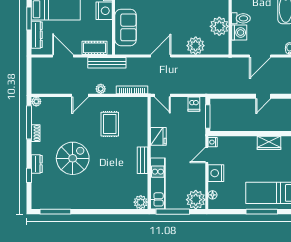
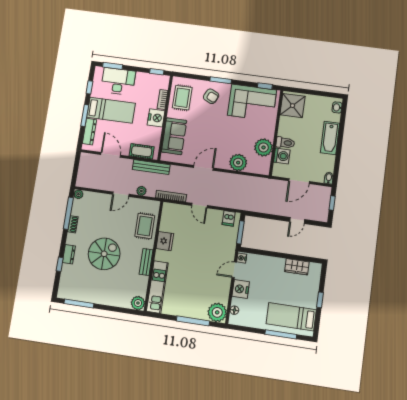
fridge: (158, 136) -> (165, 241), moved
wall: (149, 153) -> (153, 256), moved
bench: (143, 160) -> (146, 262), moved
kitchen unit: (158, 183) -> (157, 287), moved
plant: (141, 202) -> (138, 303), moved

